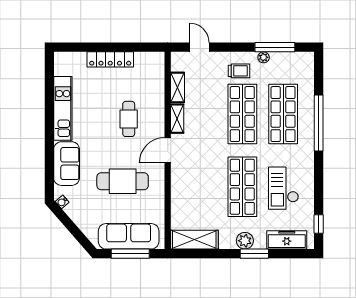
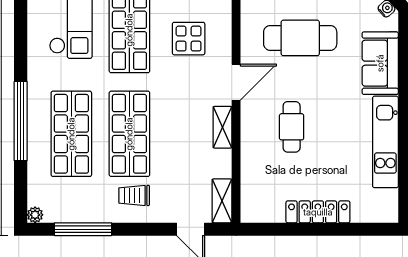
plant: (264, 57) -> (35, 215), moved
shelving: (177, 87) -> (222, 201), moved
display table: (201, 181) -> (189, 39), added

